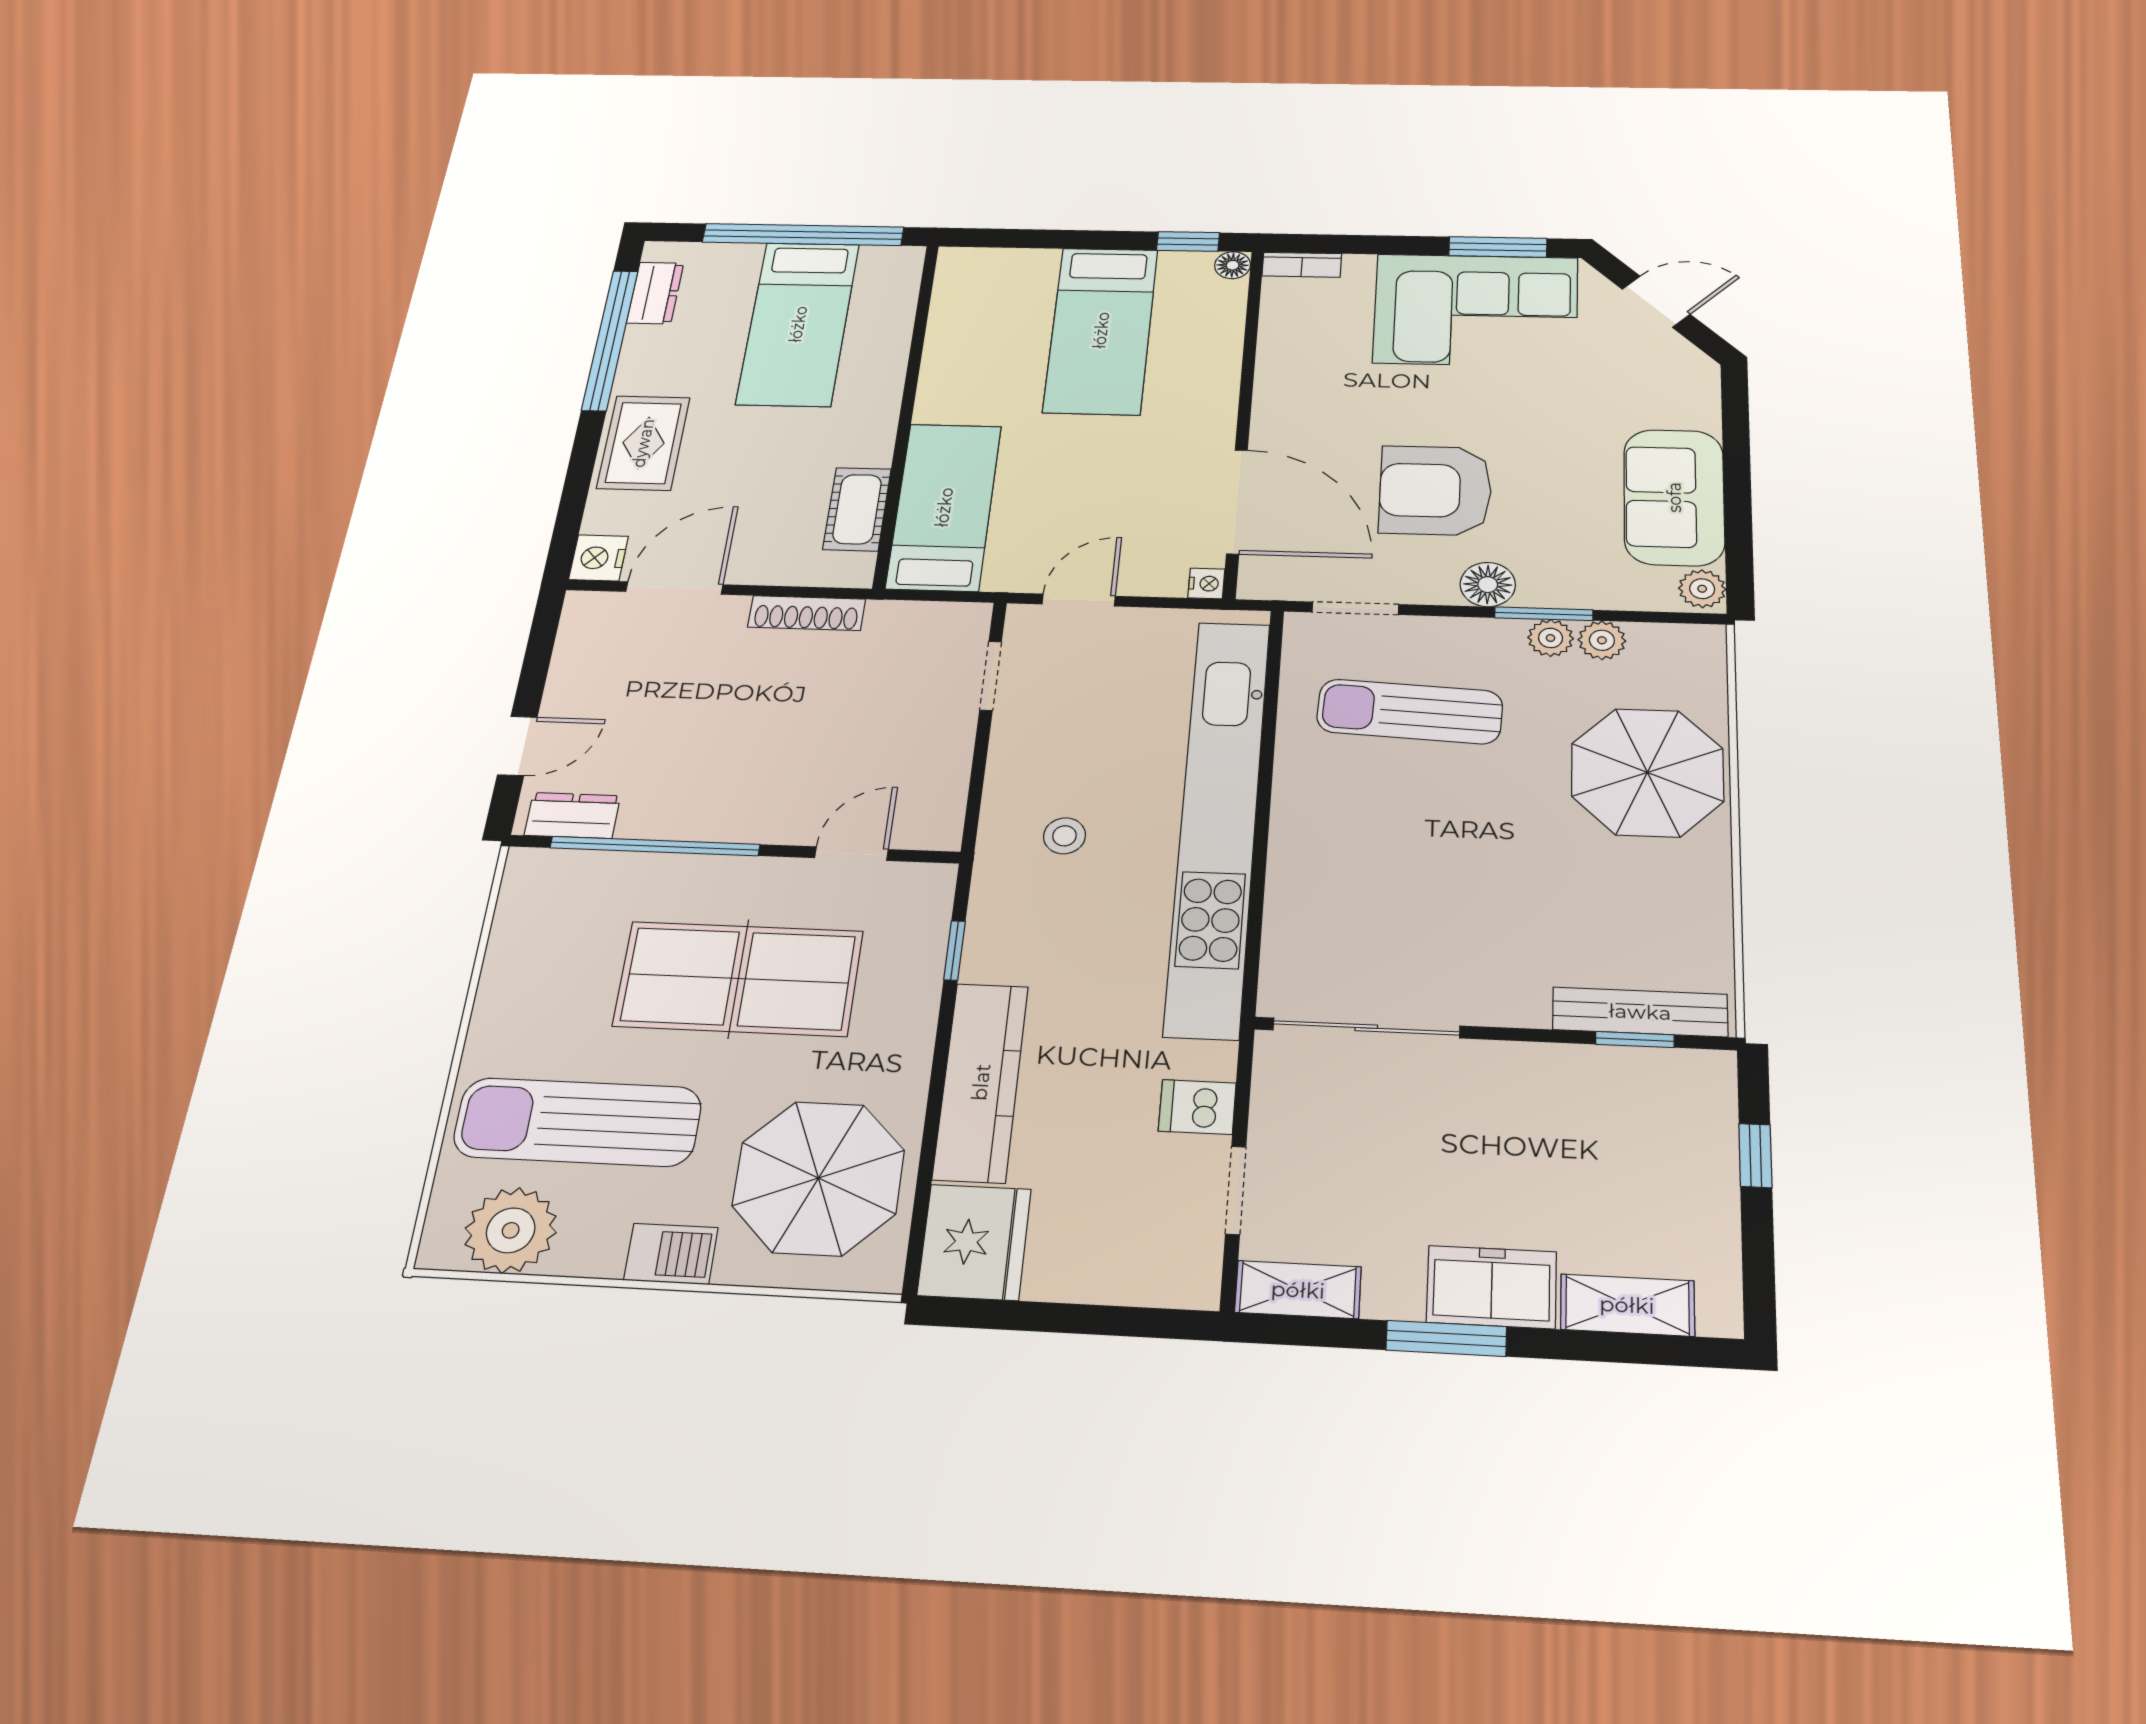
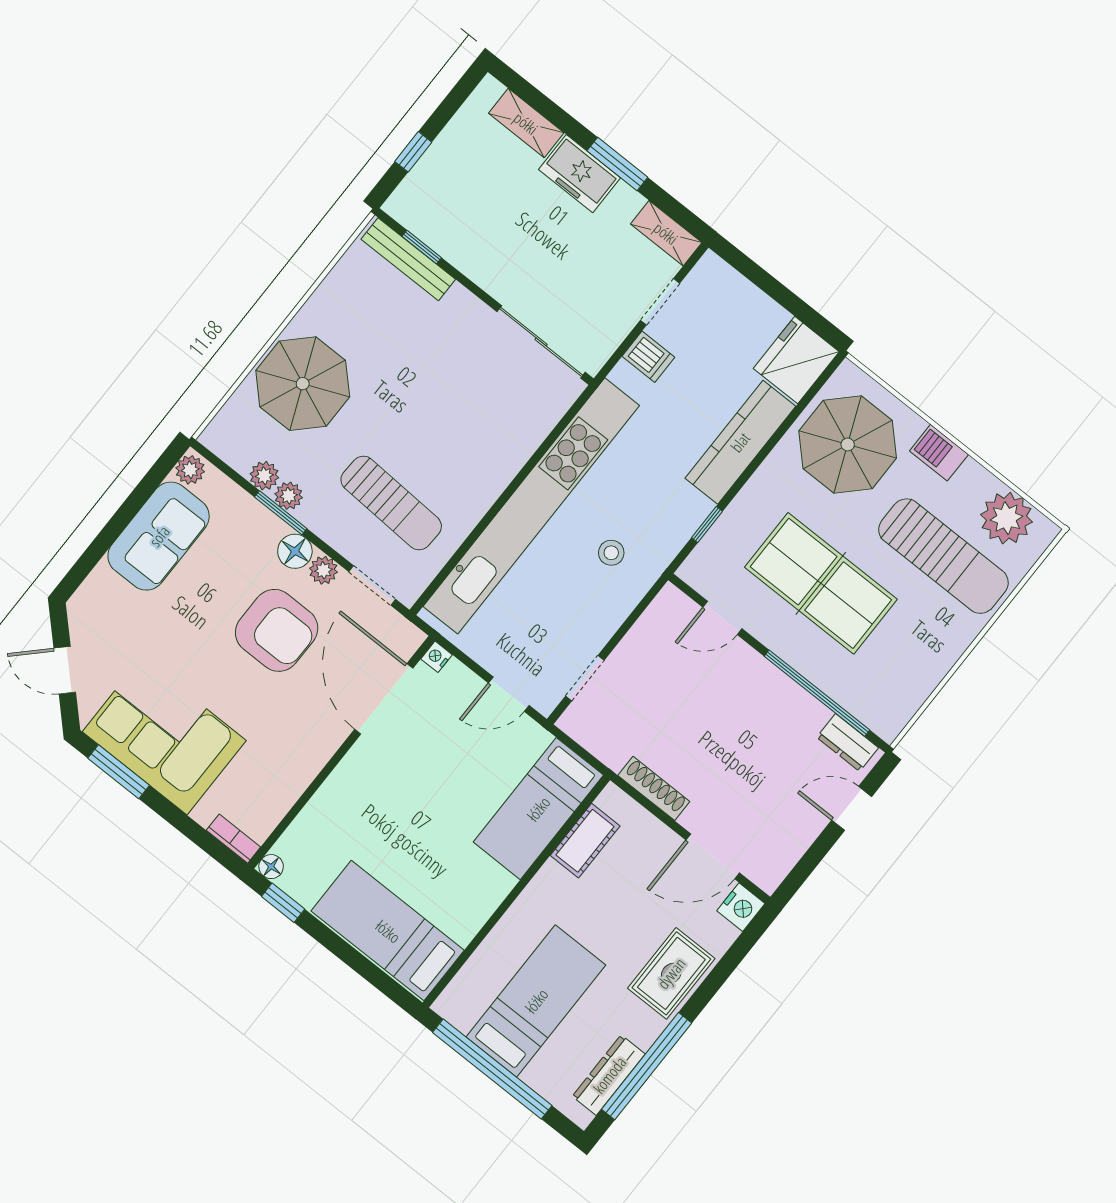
dresser: (655, 293) -> (609, 1075), width x1.44
bed: (1101, 330) -> (388, 931), moved, turned -90
plant: (1433, 587) -> (323, 570), added

